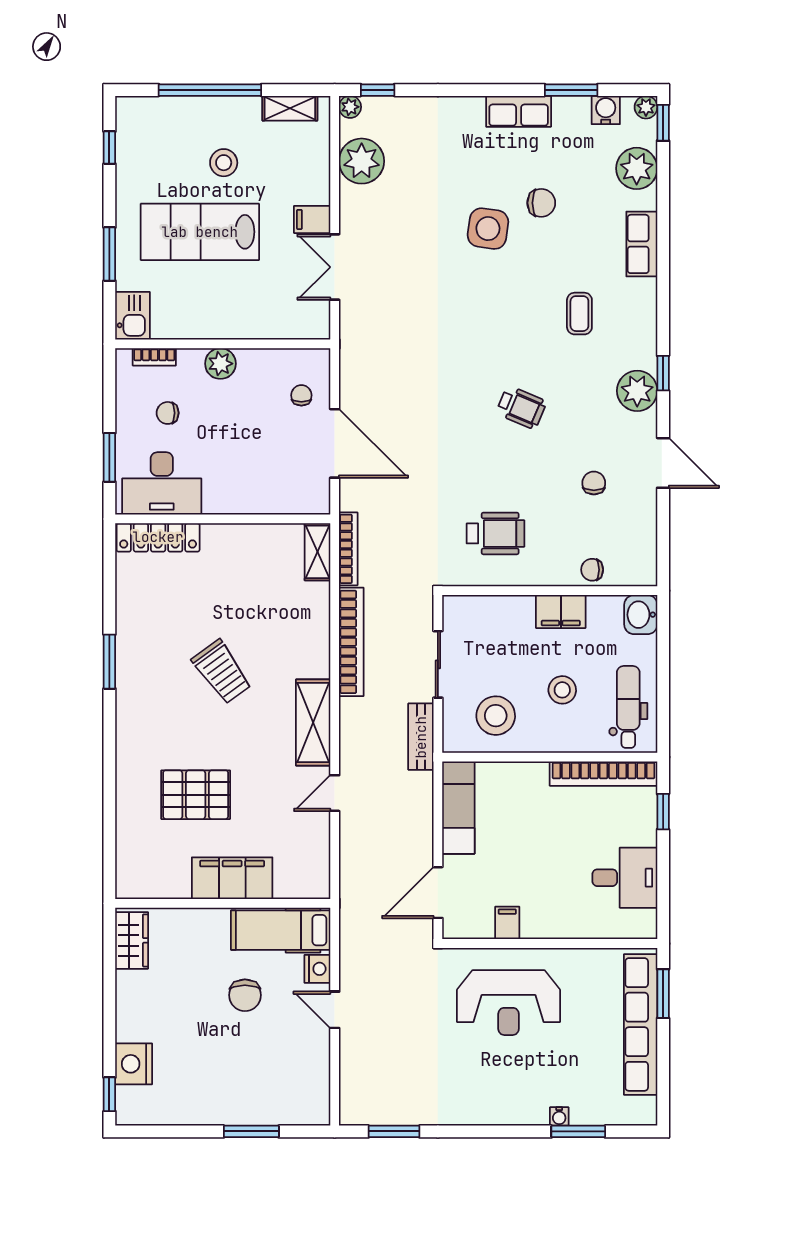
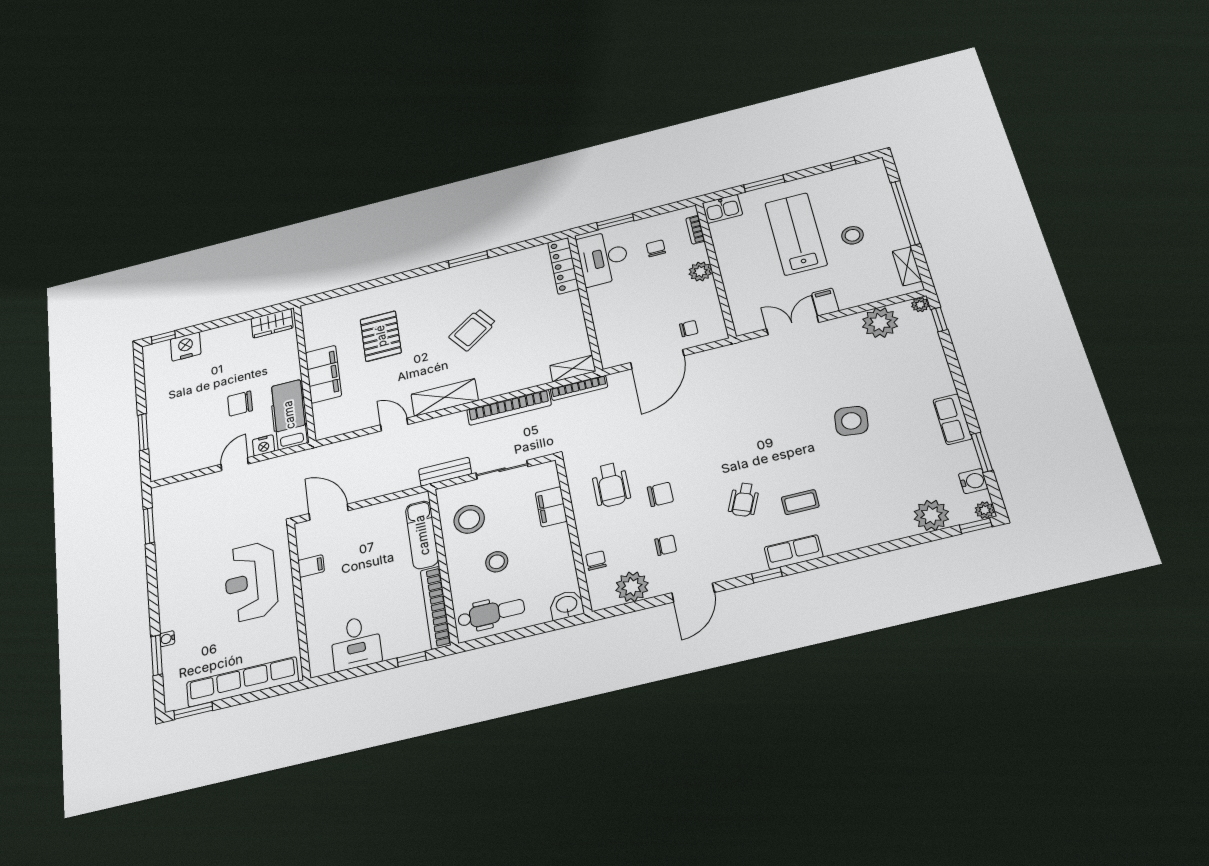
chair: (541, 203) -> (660, 494), moved, turned -90
row of seats: (642, 244) -> (794, 552), moved
plant: (637, 391) -> (632, 587), moved
wheelchair: (521, 407) -> (744, 500), moved
filing cabinet: (561, 611) -> (551, 507), moved
exam couch: (458, 808) -> (422, 535), moved, turned 90
window: (663, 994) -> (193, 711), moved

